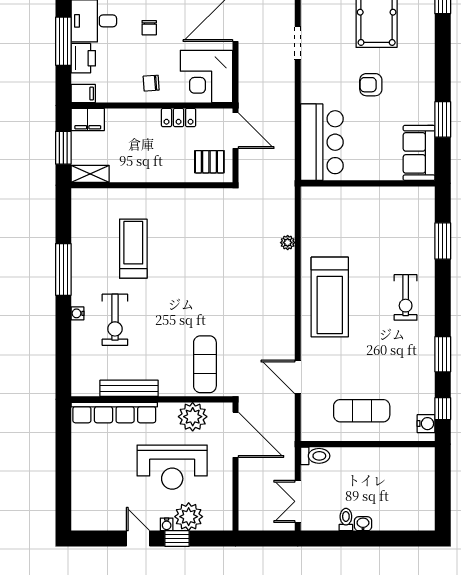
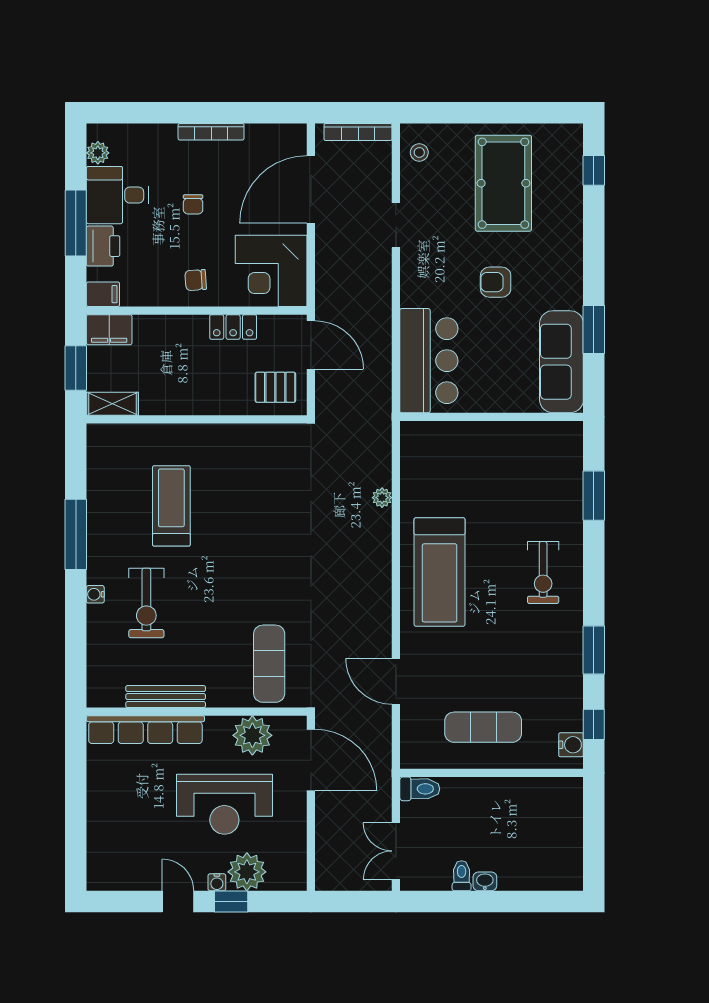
sofa: (419, 153) -> (561, 362), width x1.36

